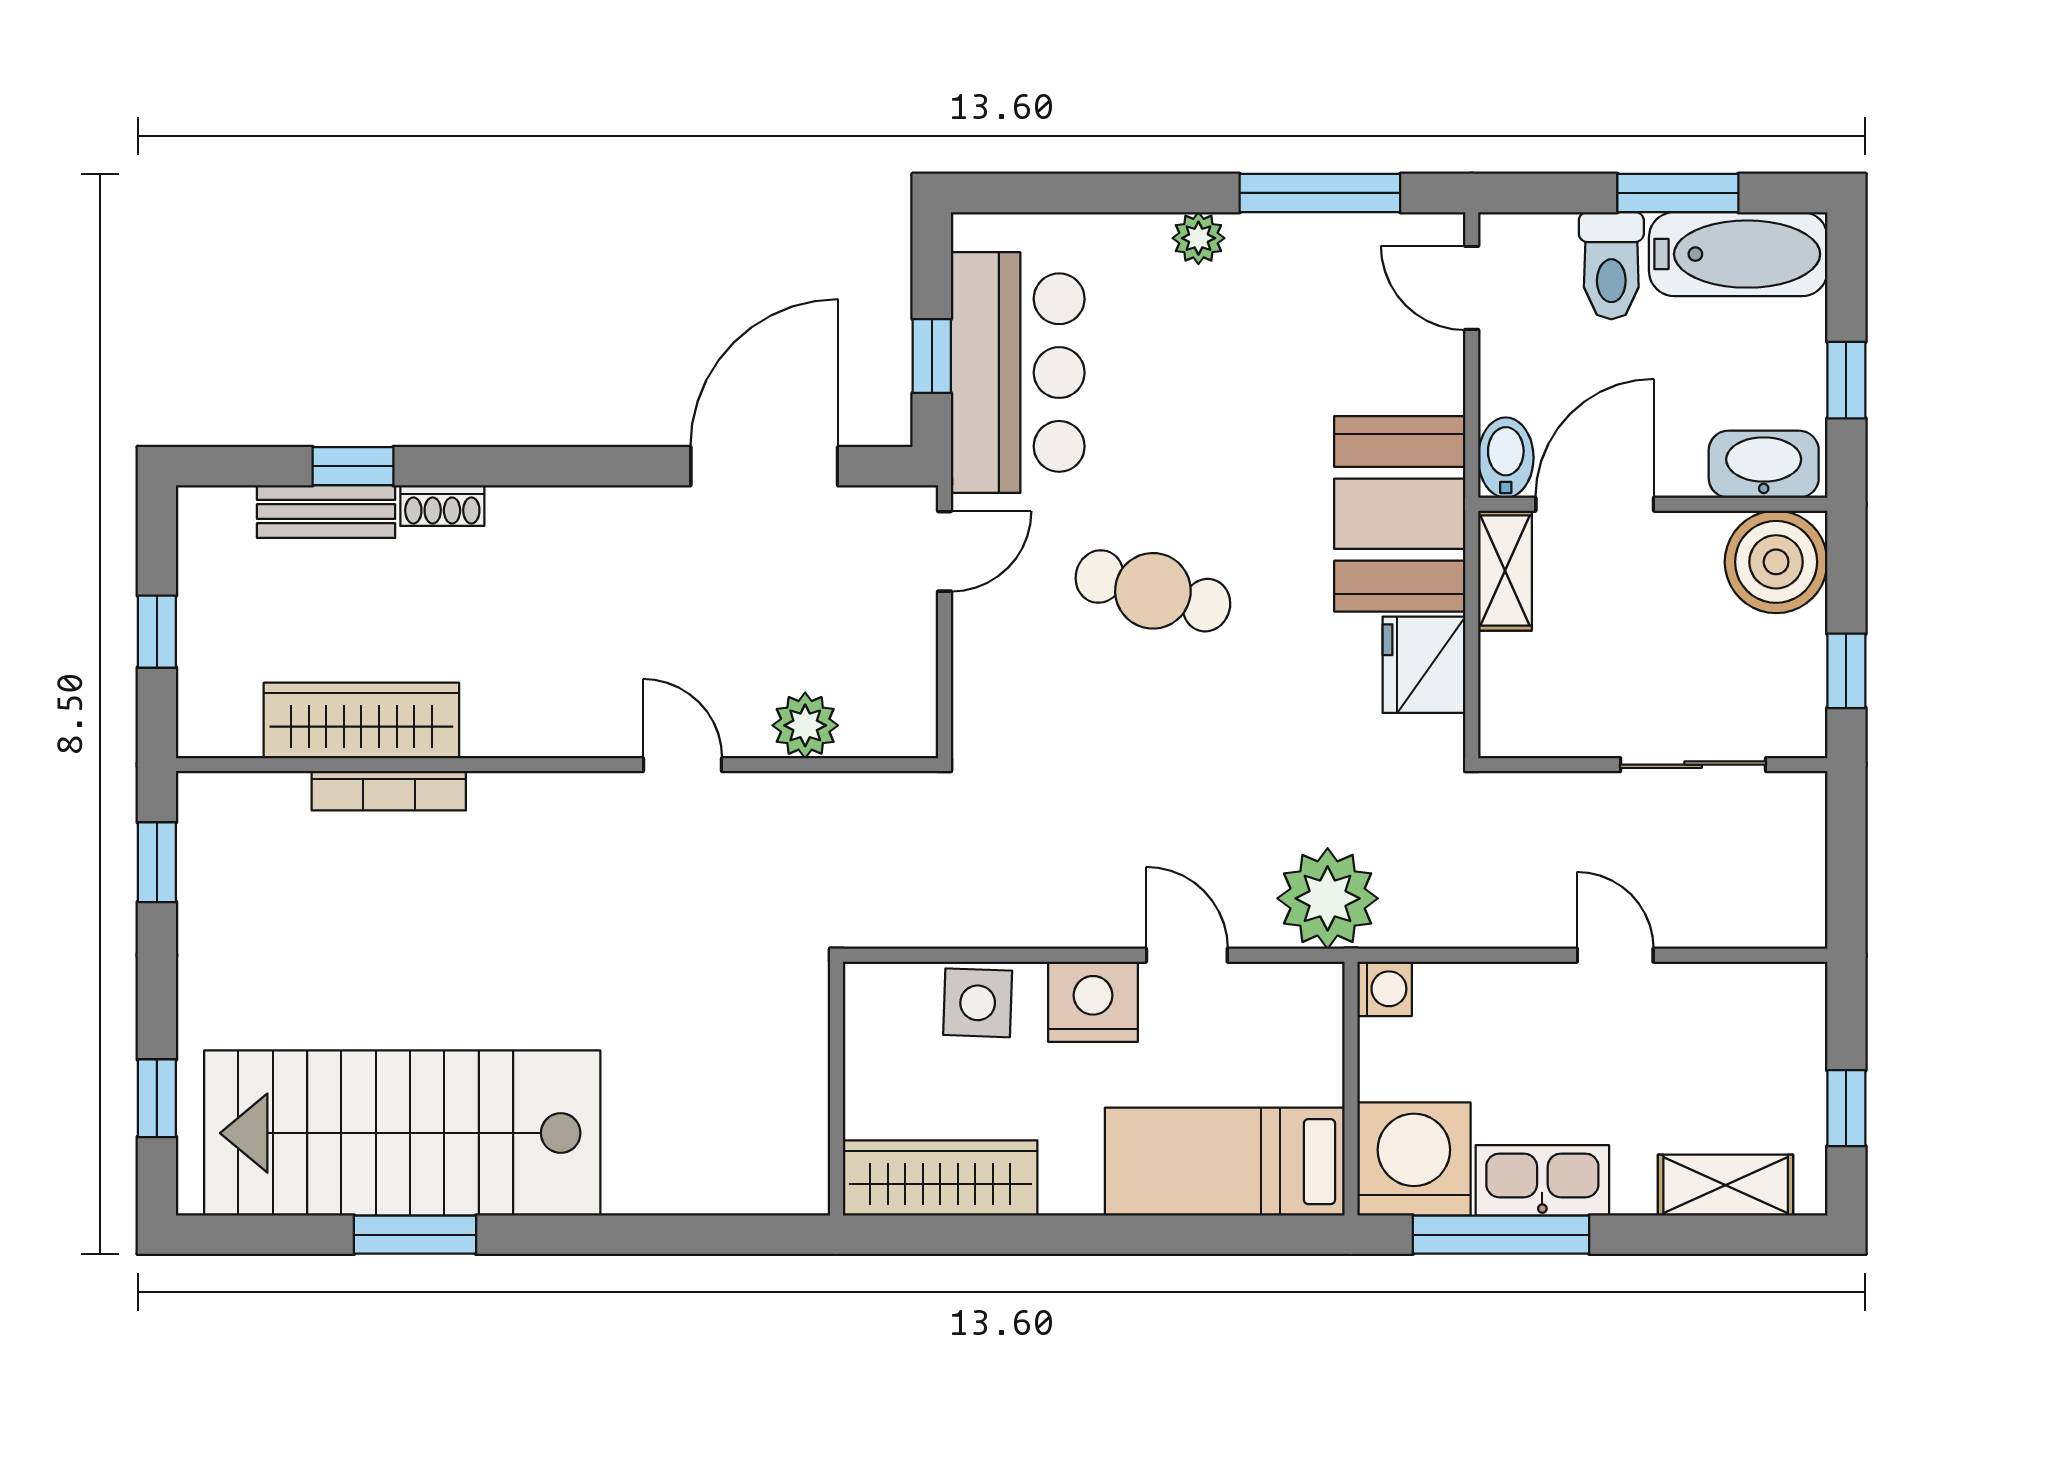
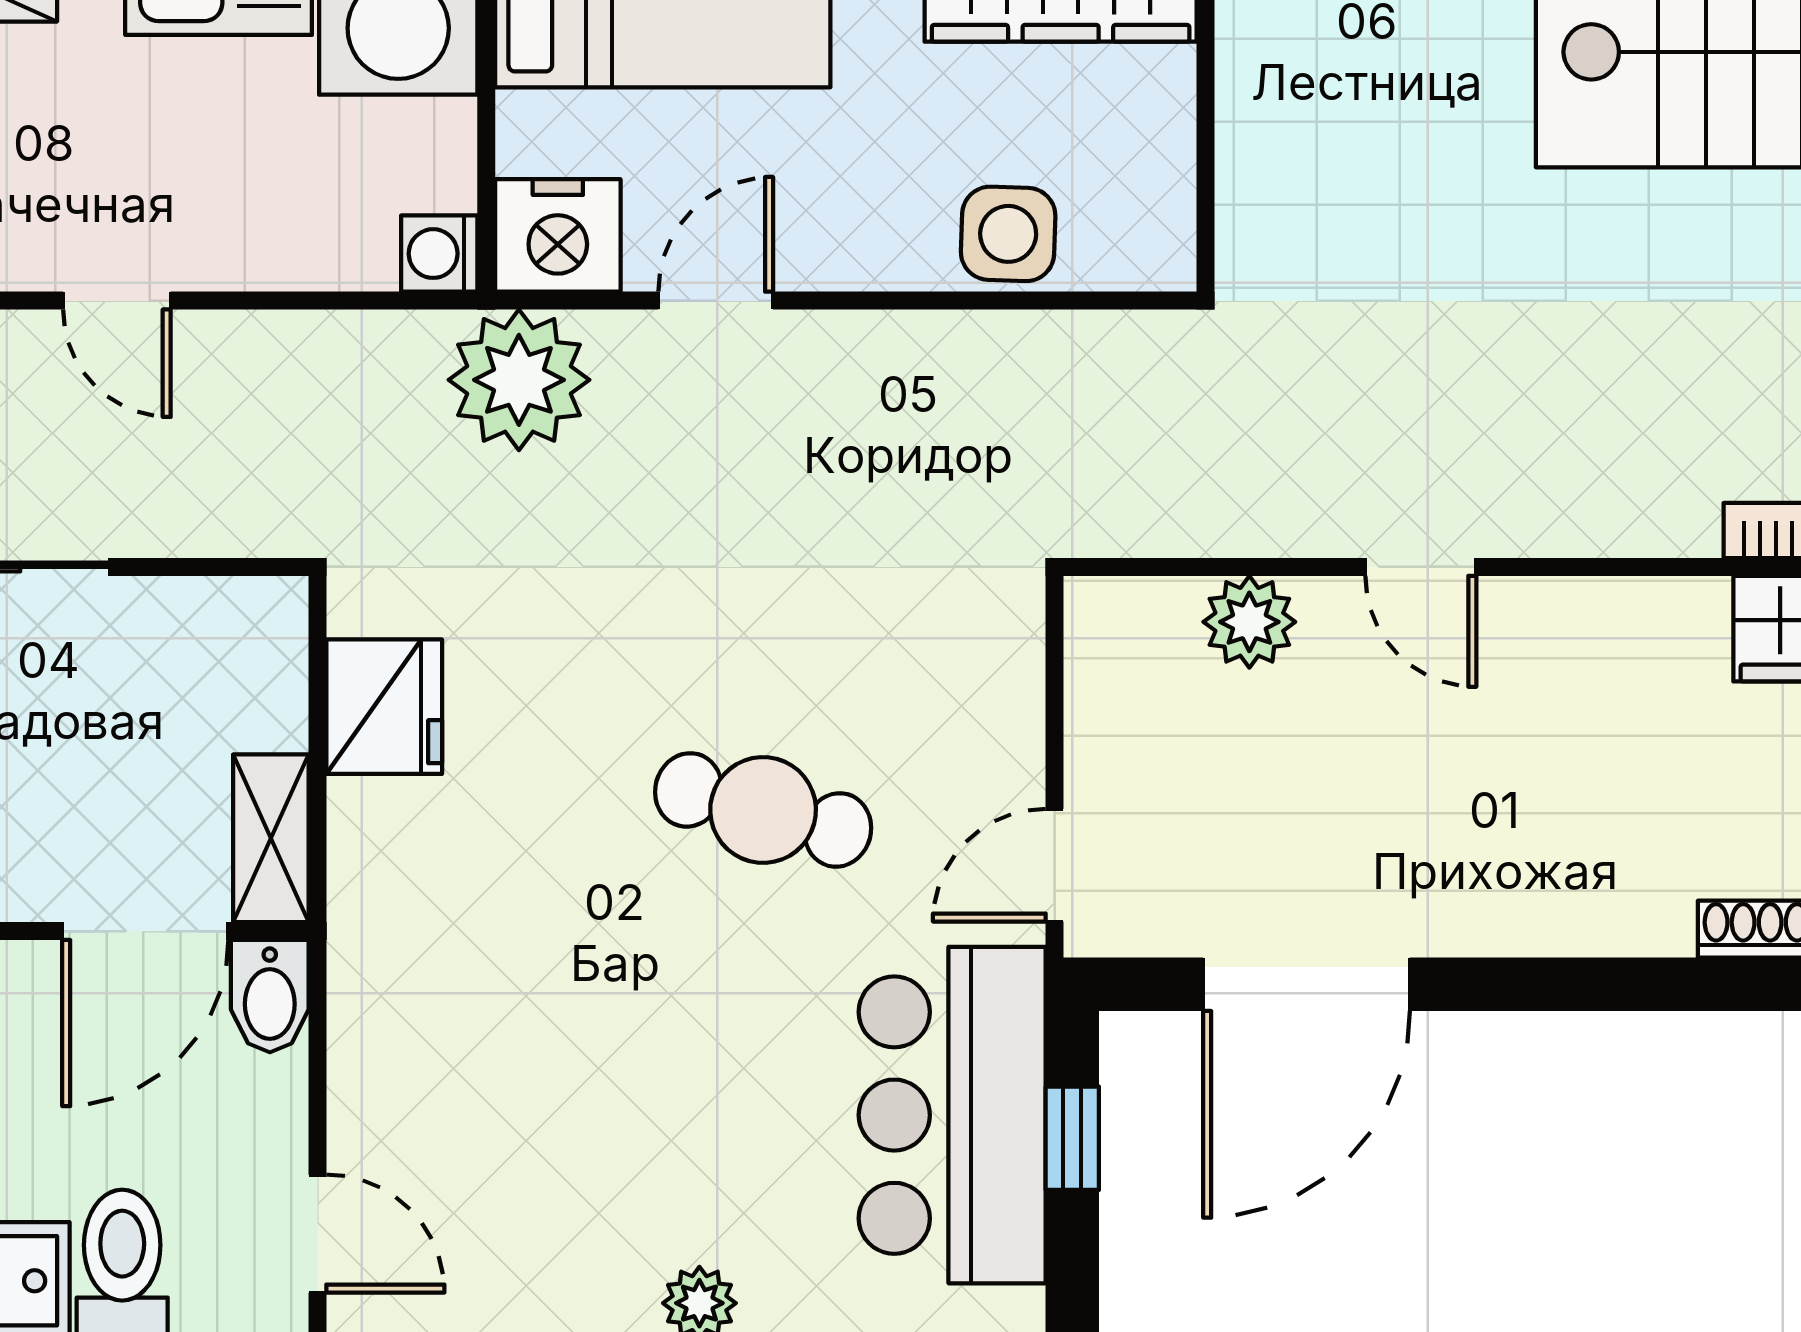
booth: (1400, 514) -> (418, 918), removed
door: (1187, 955) -> (716, 301), swing flipped
nightstand: (1093, 1002) -> (558, 235), moved

